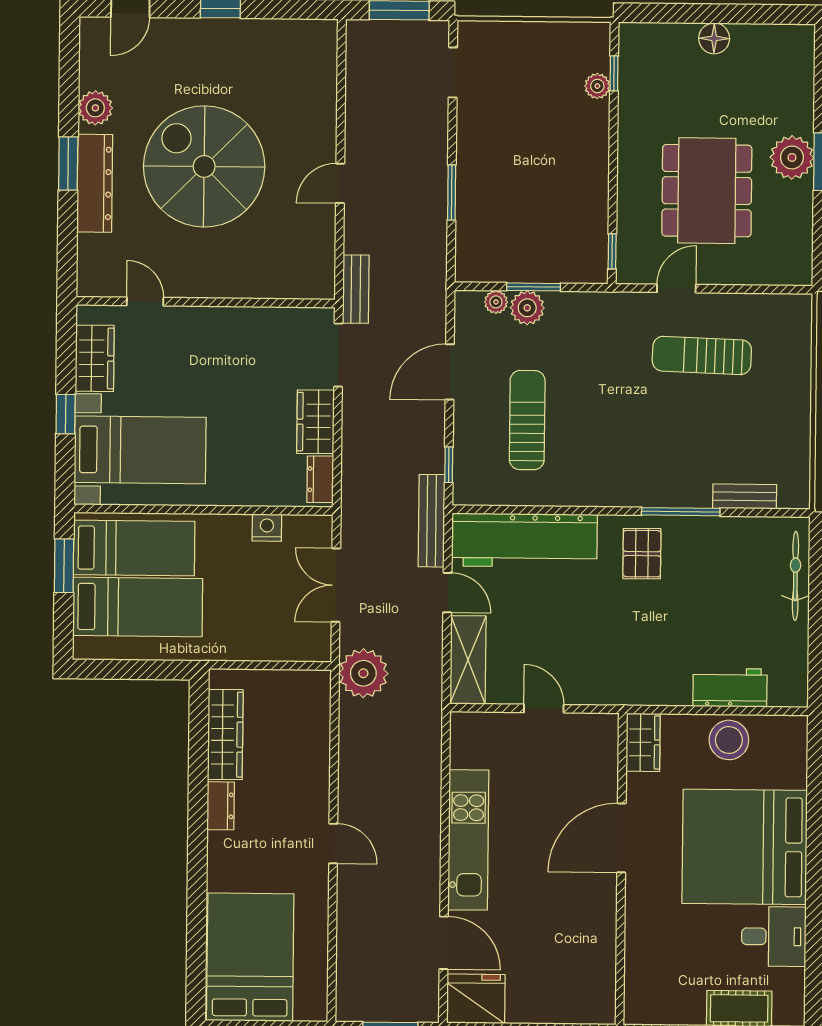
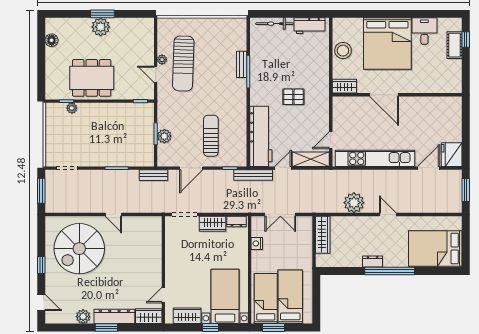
floor lamp: (714, 38) -> (52, 40), moved
spiral stairs: (204, 166) -> (79, 249), moved
dining table: (707, 191) -> (92, 78), moved
wardrobe: (95, 266) -> (149, 316), added
bench: (356, 289) -> (153, 175), moved
plant: (496, 302) -> (162, 60), moved
sun lounger: (702, 355) -> (183, 63), width x1.36, depth x1.34
door: (450, 372) -> (191, 168), hinge flipped
sun lounger: (527, 420) -> (211, 136), turned 90
bench: (745, 496) -> (242, 64), moved
pallet: (642, 554) -> (293, 97), moved
plant: (363, 673) -> (354, 203), moved
workbench: (730, 688) -> (309, 26), moved, turned -90
door: (544, 709) -> (331, 140), moved
wardrobe: (225, 734) -> (323, 235), moved, turned 90
kitchen unit: (468, 840) -> (375, 158), width x1.36
door: (333, 844) -> (388, 215), hinge flipped
window: (197, 847) -> (390, 271), added

